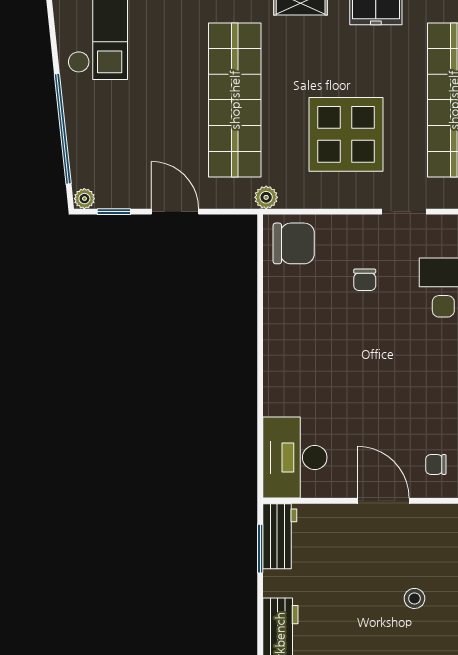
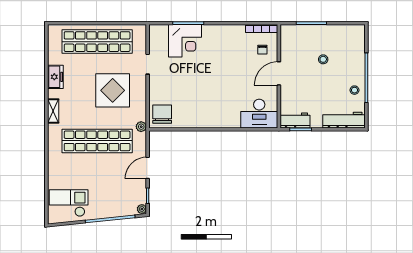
chair: (365, 280) -> (179, 82), removed

